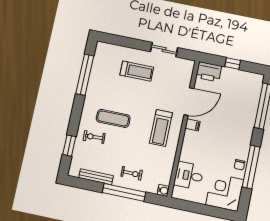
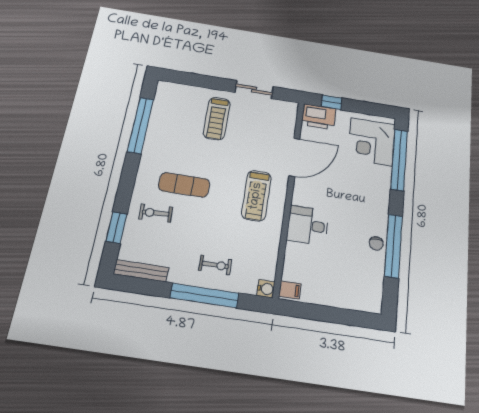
window: (233, 64) -> (332, 102), moved
treadmill: (137, 71) -> (217, 118), turned 90
filing cabinet: (193, 125) -> (290, 290), moved
desk: (189, 176) -> (308, 225), moved
bench: (96, 177) -> (141, 271), moved
corner desk: (225, 192) -> (371, 142), moved, turned -90

